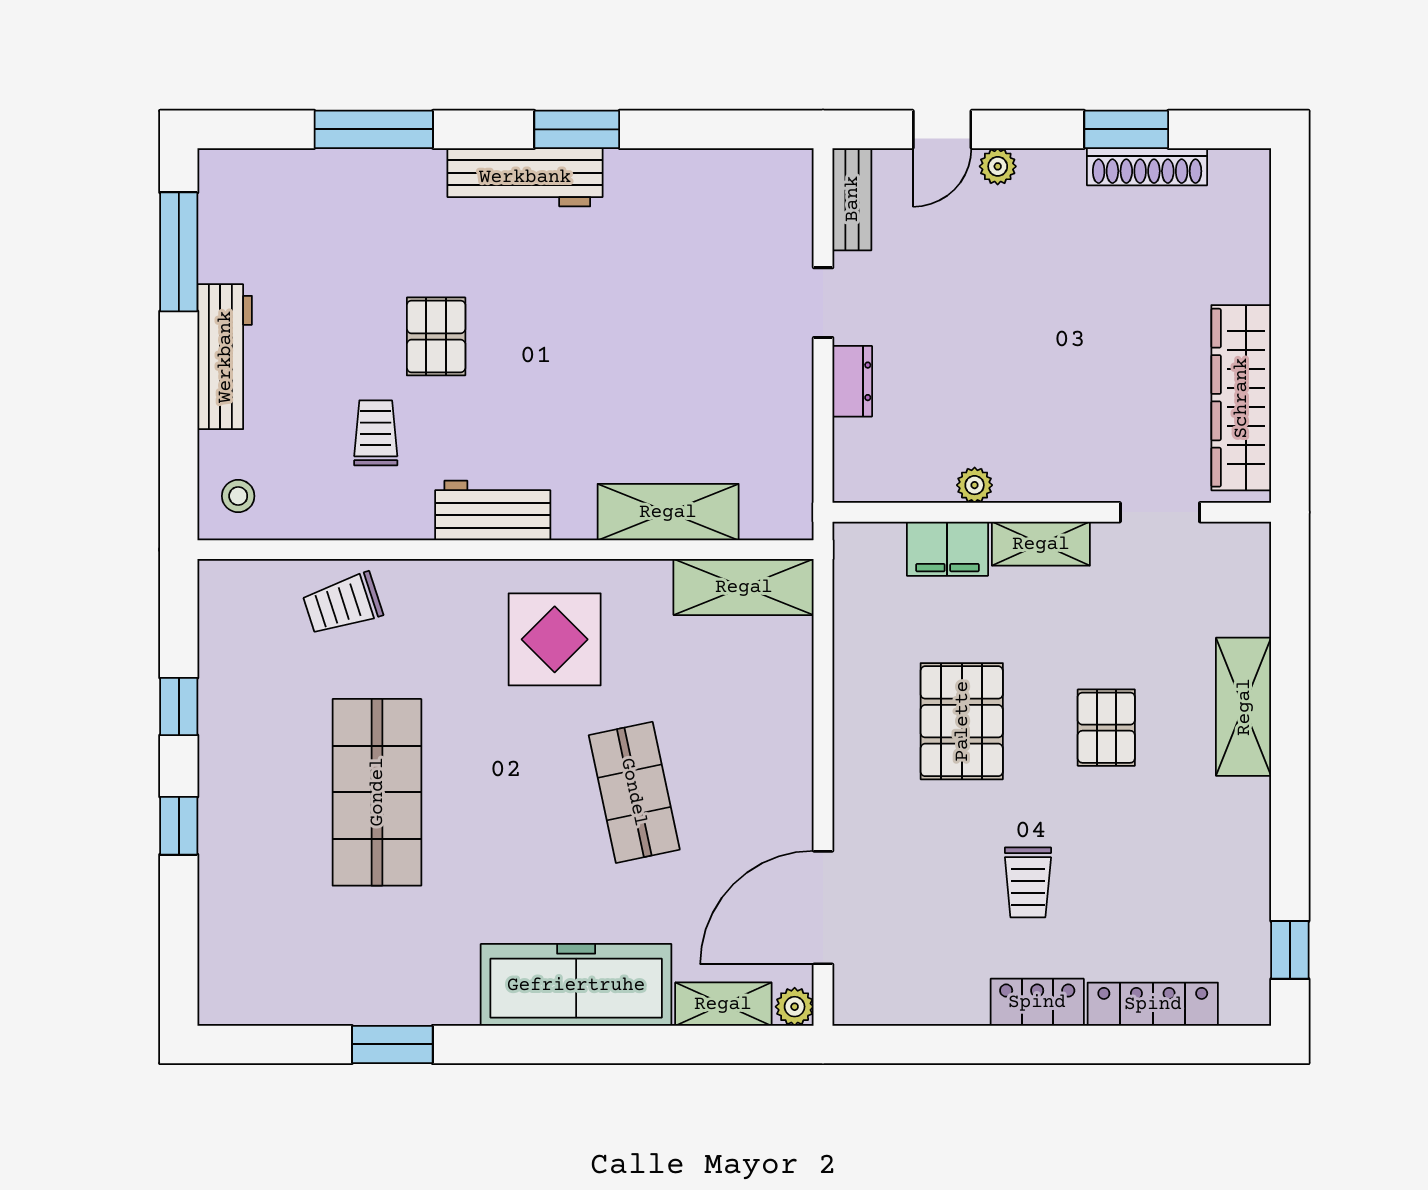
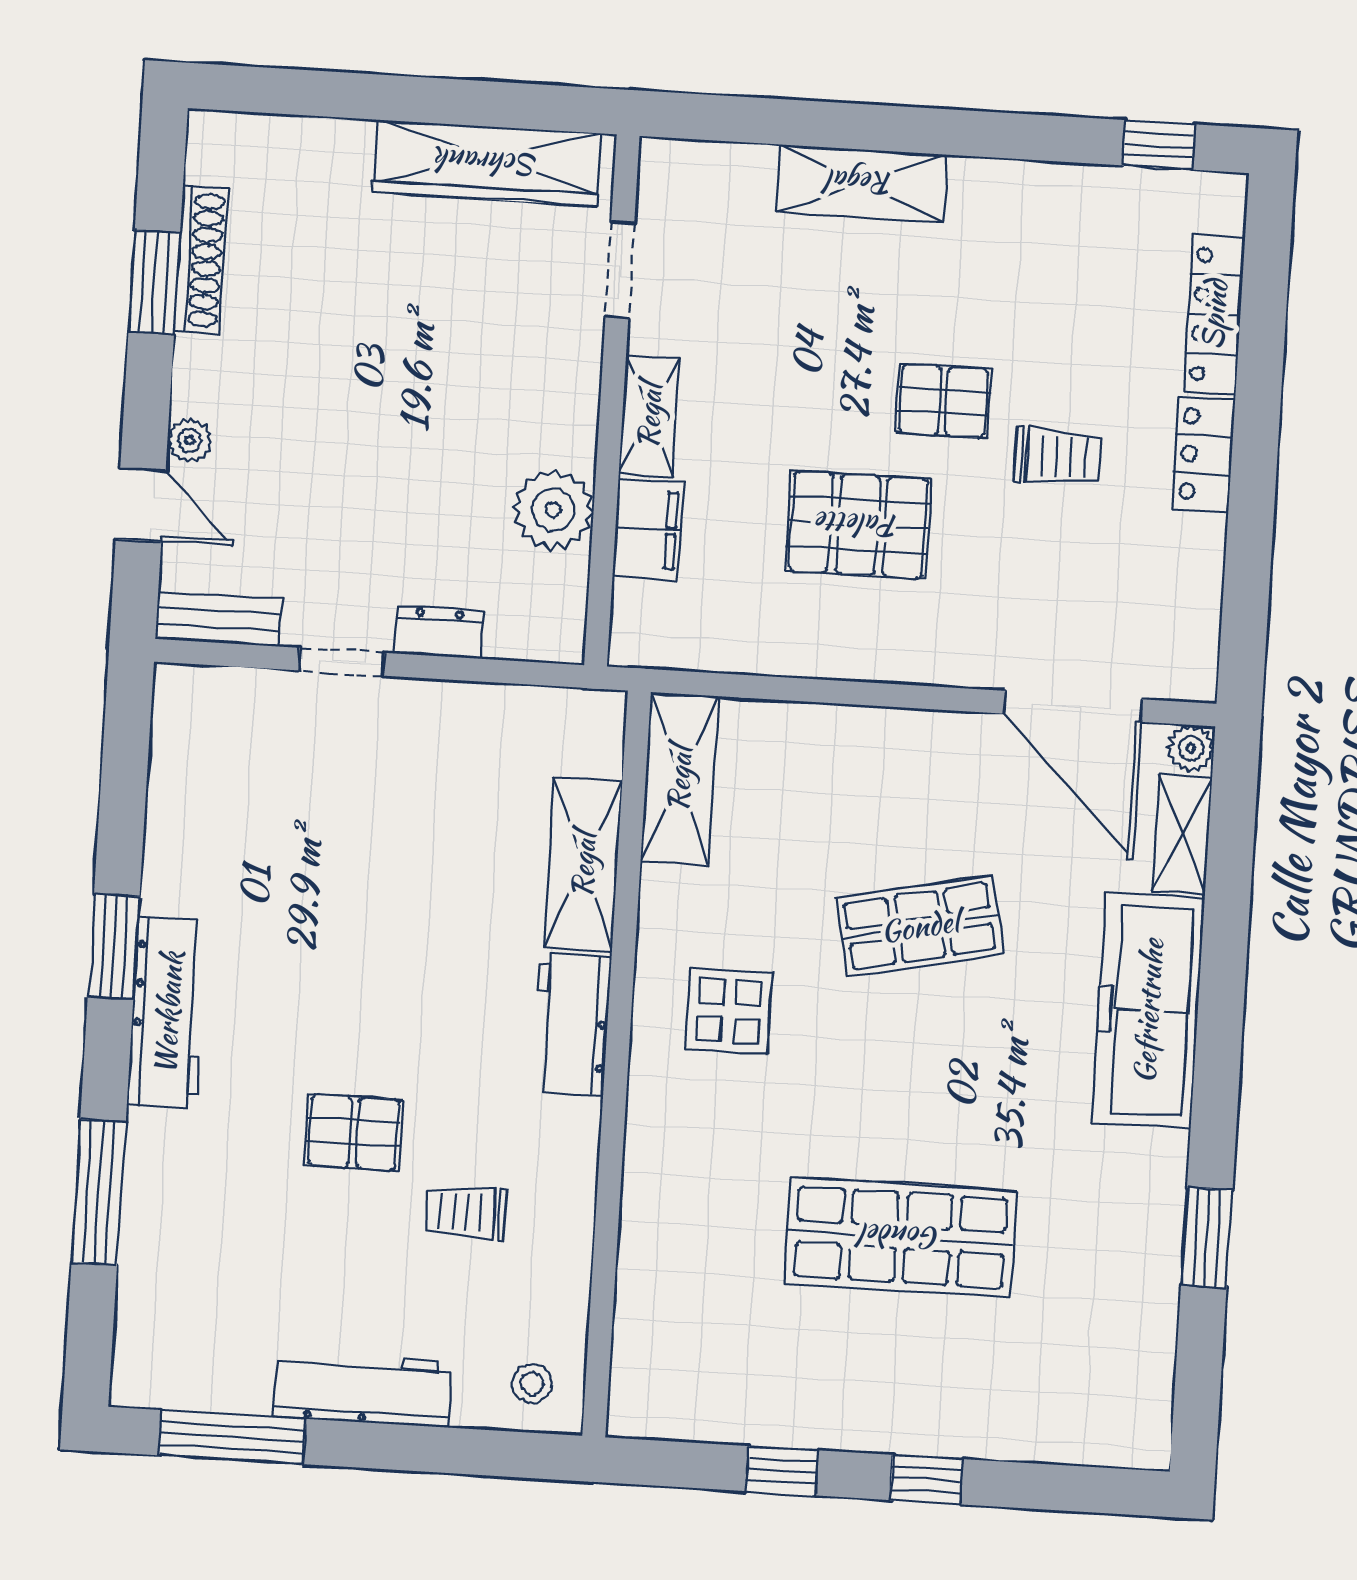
plant: (975, 485) -> (553, 510), width x1.88, depth x1.88
workbench: (493, 510) -> (571, 1024), moved
trolley: (343, 604) -> (670, 1265), removed
display table: (555, 639) -> (729, 1011), width x0.73, depth x0.73
pallet: (1106, 728) -> (943, 401), moved

